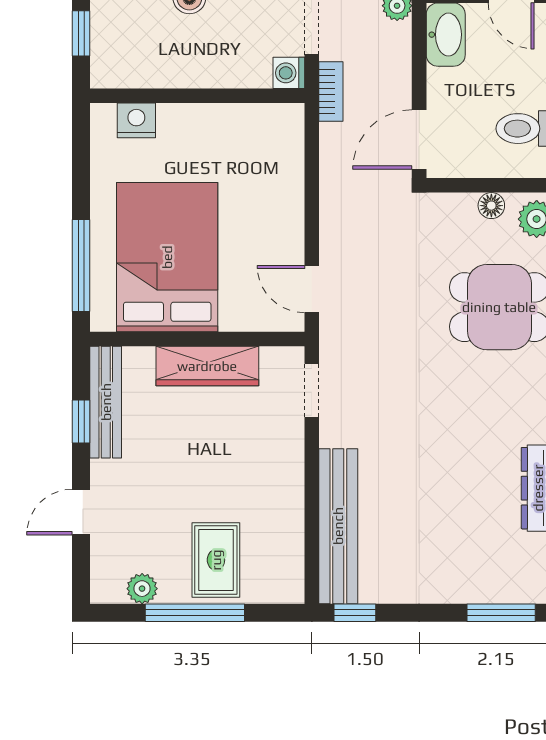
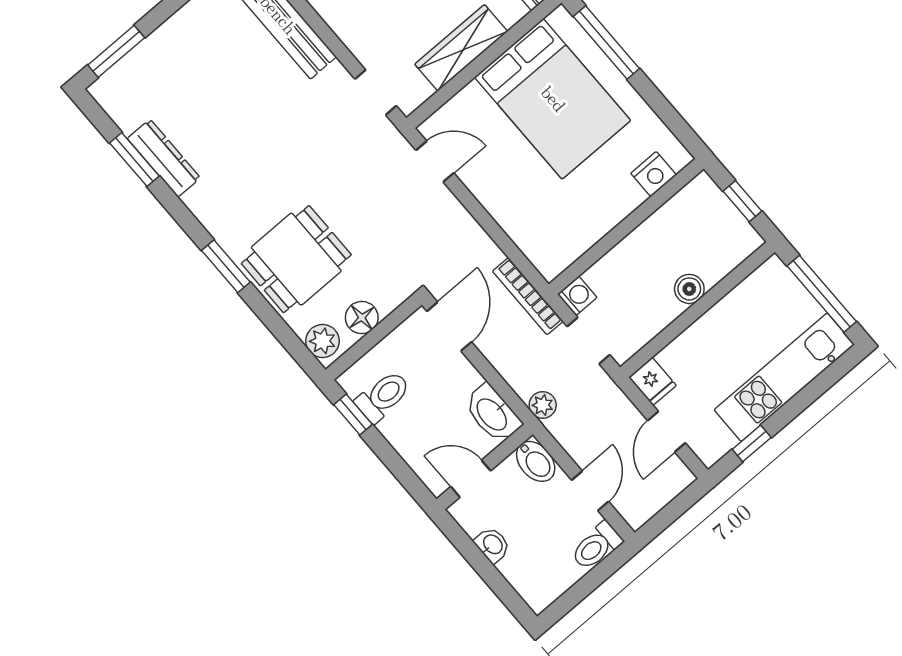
bookcase: (331, 92) -> (528, 296), width x1.56
floor lamp: (491, 206) -> (362, 318), width x1.37, depth x1.37

